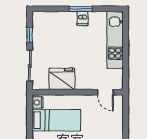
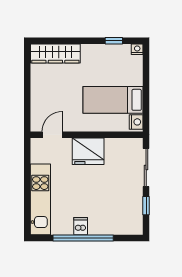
window: (80, 9) -> (83, 238), width x2.11
fridge: (62, 79) -> (88, 151), moved
door: (105, 92) -> (52, 135), hinge flipped

